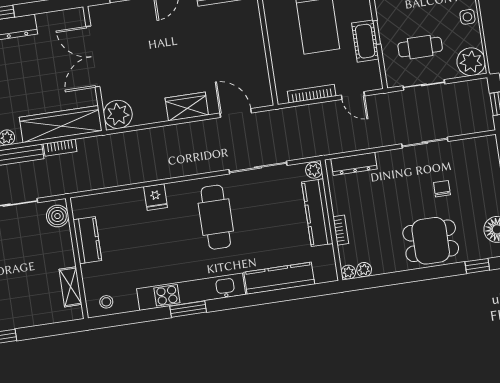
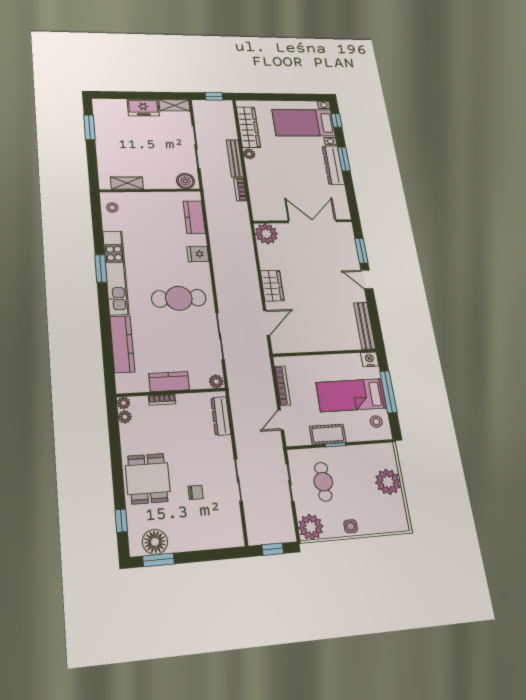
wardrobe: (61, 124) -> (259, 192), removed
kitchen counter: (317, 213) -> (169, 382), width x0.67
kitchen counter: (87, 240) -> (194, 217), moved, turned 90

